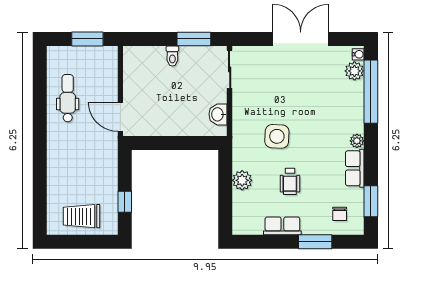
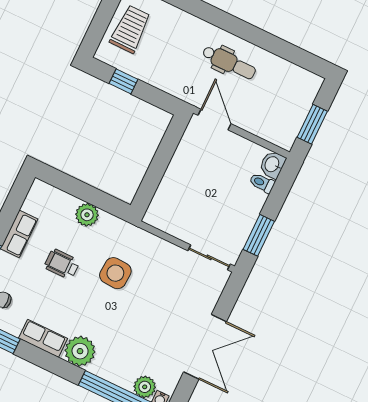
toilet: (172, 56) -> (262, 183), moved
dental chair: (68, 98) -> (229, 62), moved
washbasin: (218, 114) -> (272, 164), moved, turned -90
door: (120, 117) -> (215, 120), hinge flipped
plant: (357, 141) -> (80, 351), width x1.87, depth x1.87

